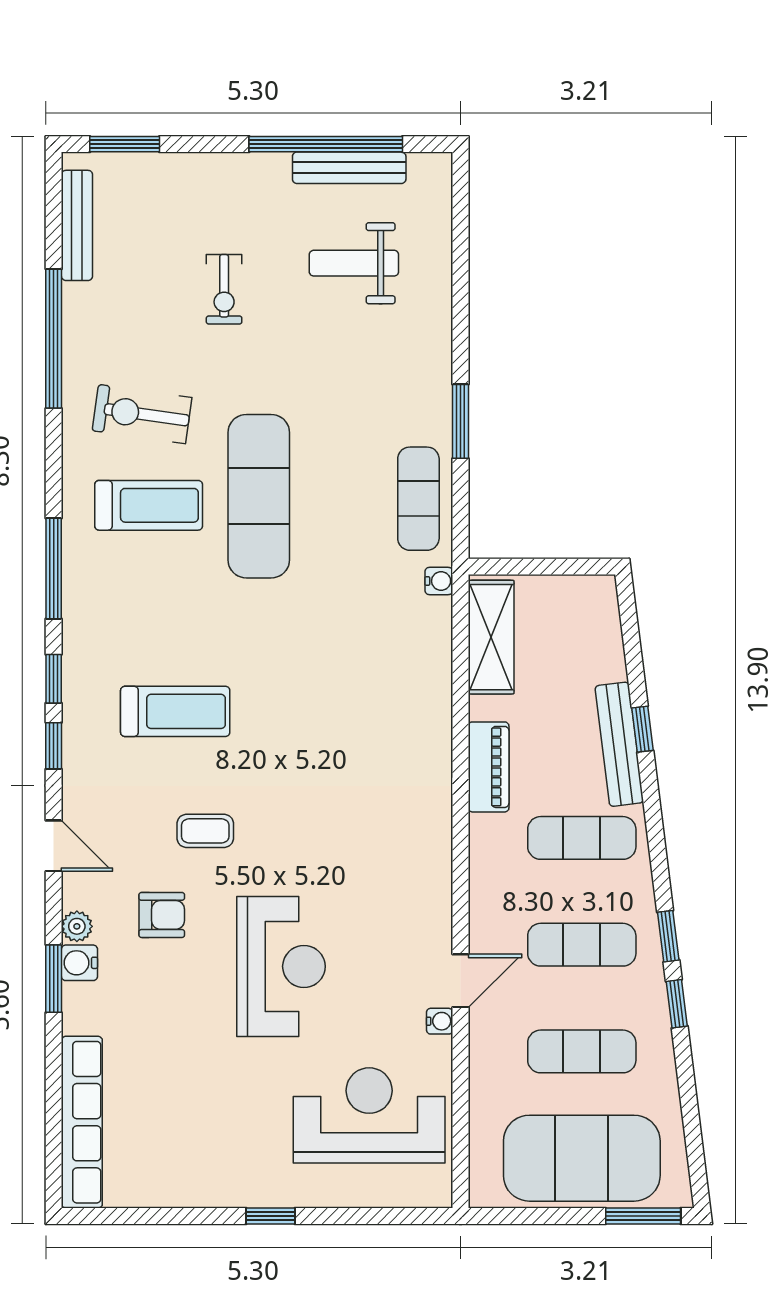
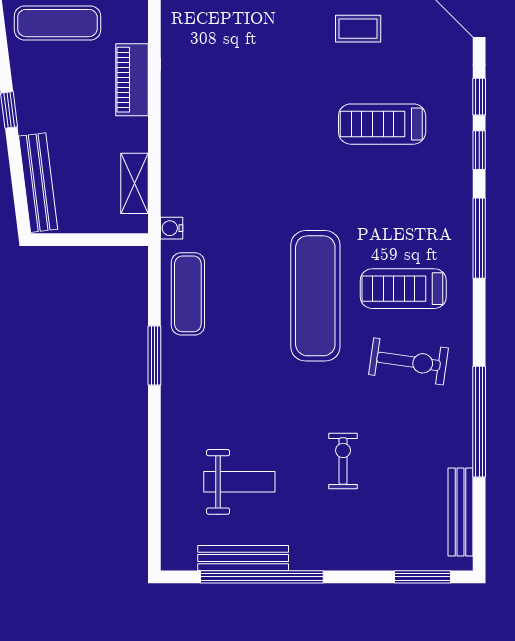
shelving: (491, 637) -> (134, 183), width x0.67, depth x0.75
bench: (619, 744) -> (38, 183), moved

